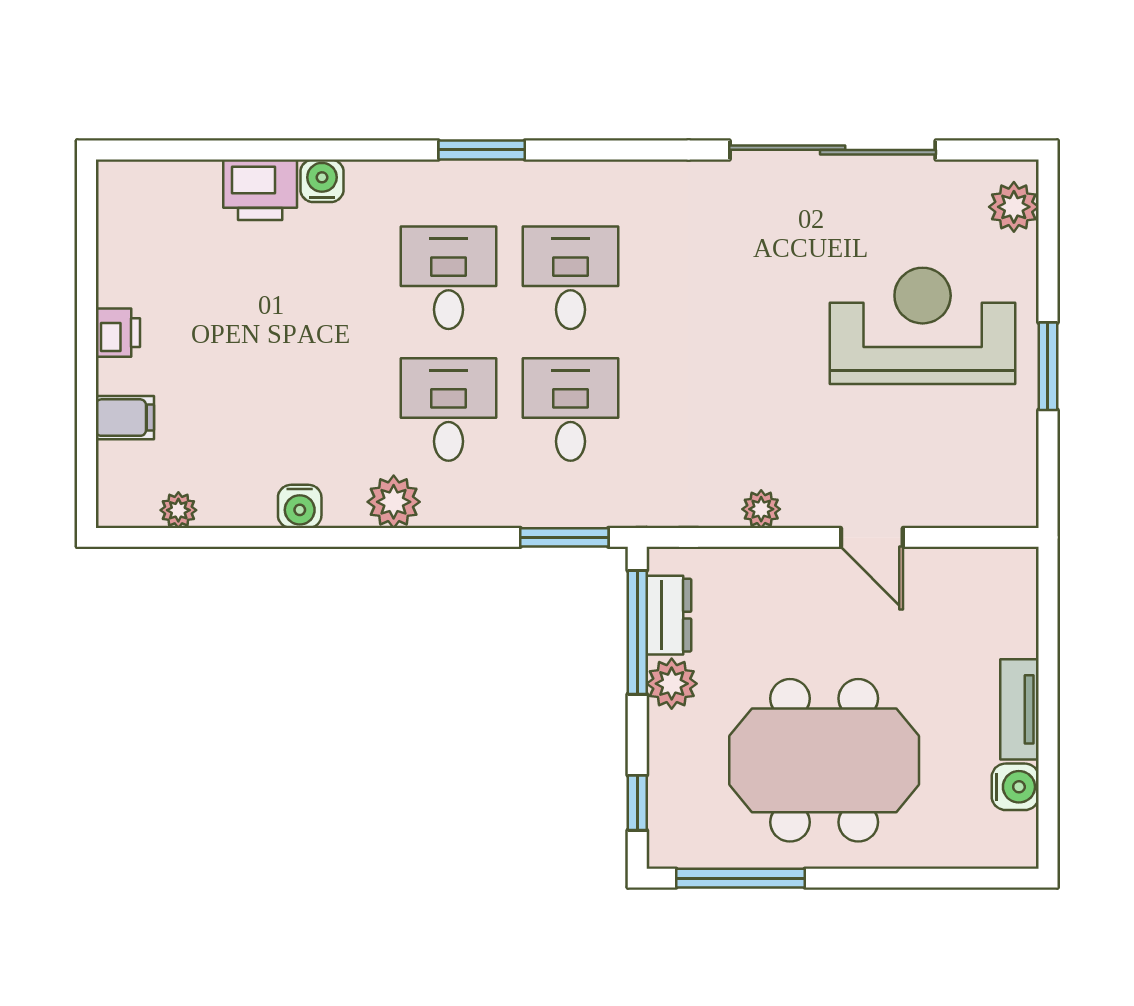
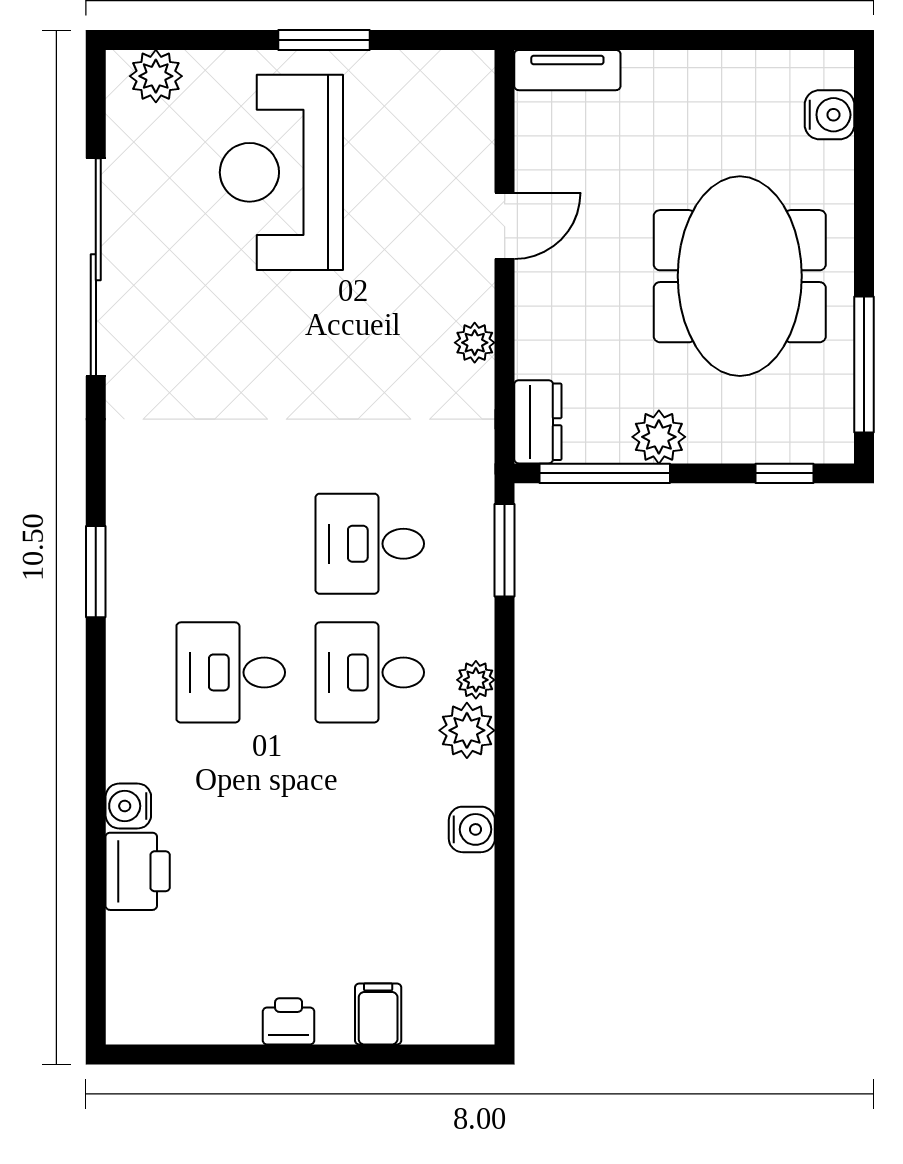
window: (482, 150) -> (96, 572), moved
desk: (571, 278) -> (231, 544), removed
plant: (178, 510) -> (476, 680), moved
dresser: (669, 615) -> (538, 422), moved, turned 90
tv unit: (1019, 709) -> (567, 70), moved
water cooler: (1015, 787) -> (830, 115), moved, turned 90

